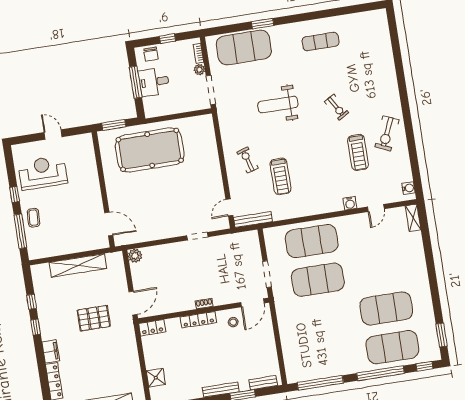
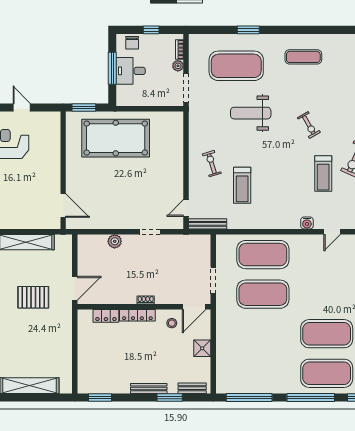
exercise mat: (244, 47) -> (236, 66), moved
plant: (135, 256) -> (115, 241), moved
locker: (152, 328) -> (106, 316), moved
shower: (156, 378) -> (202, 348), moved

